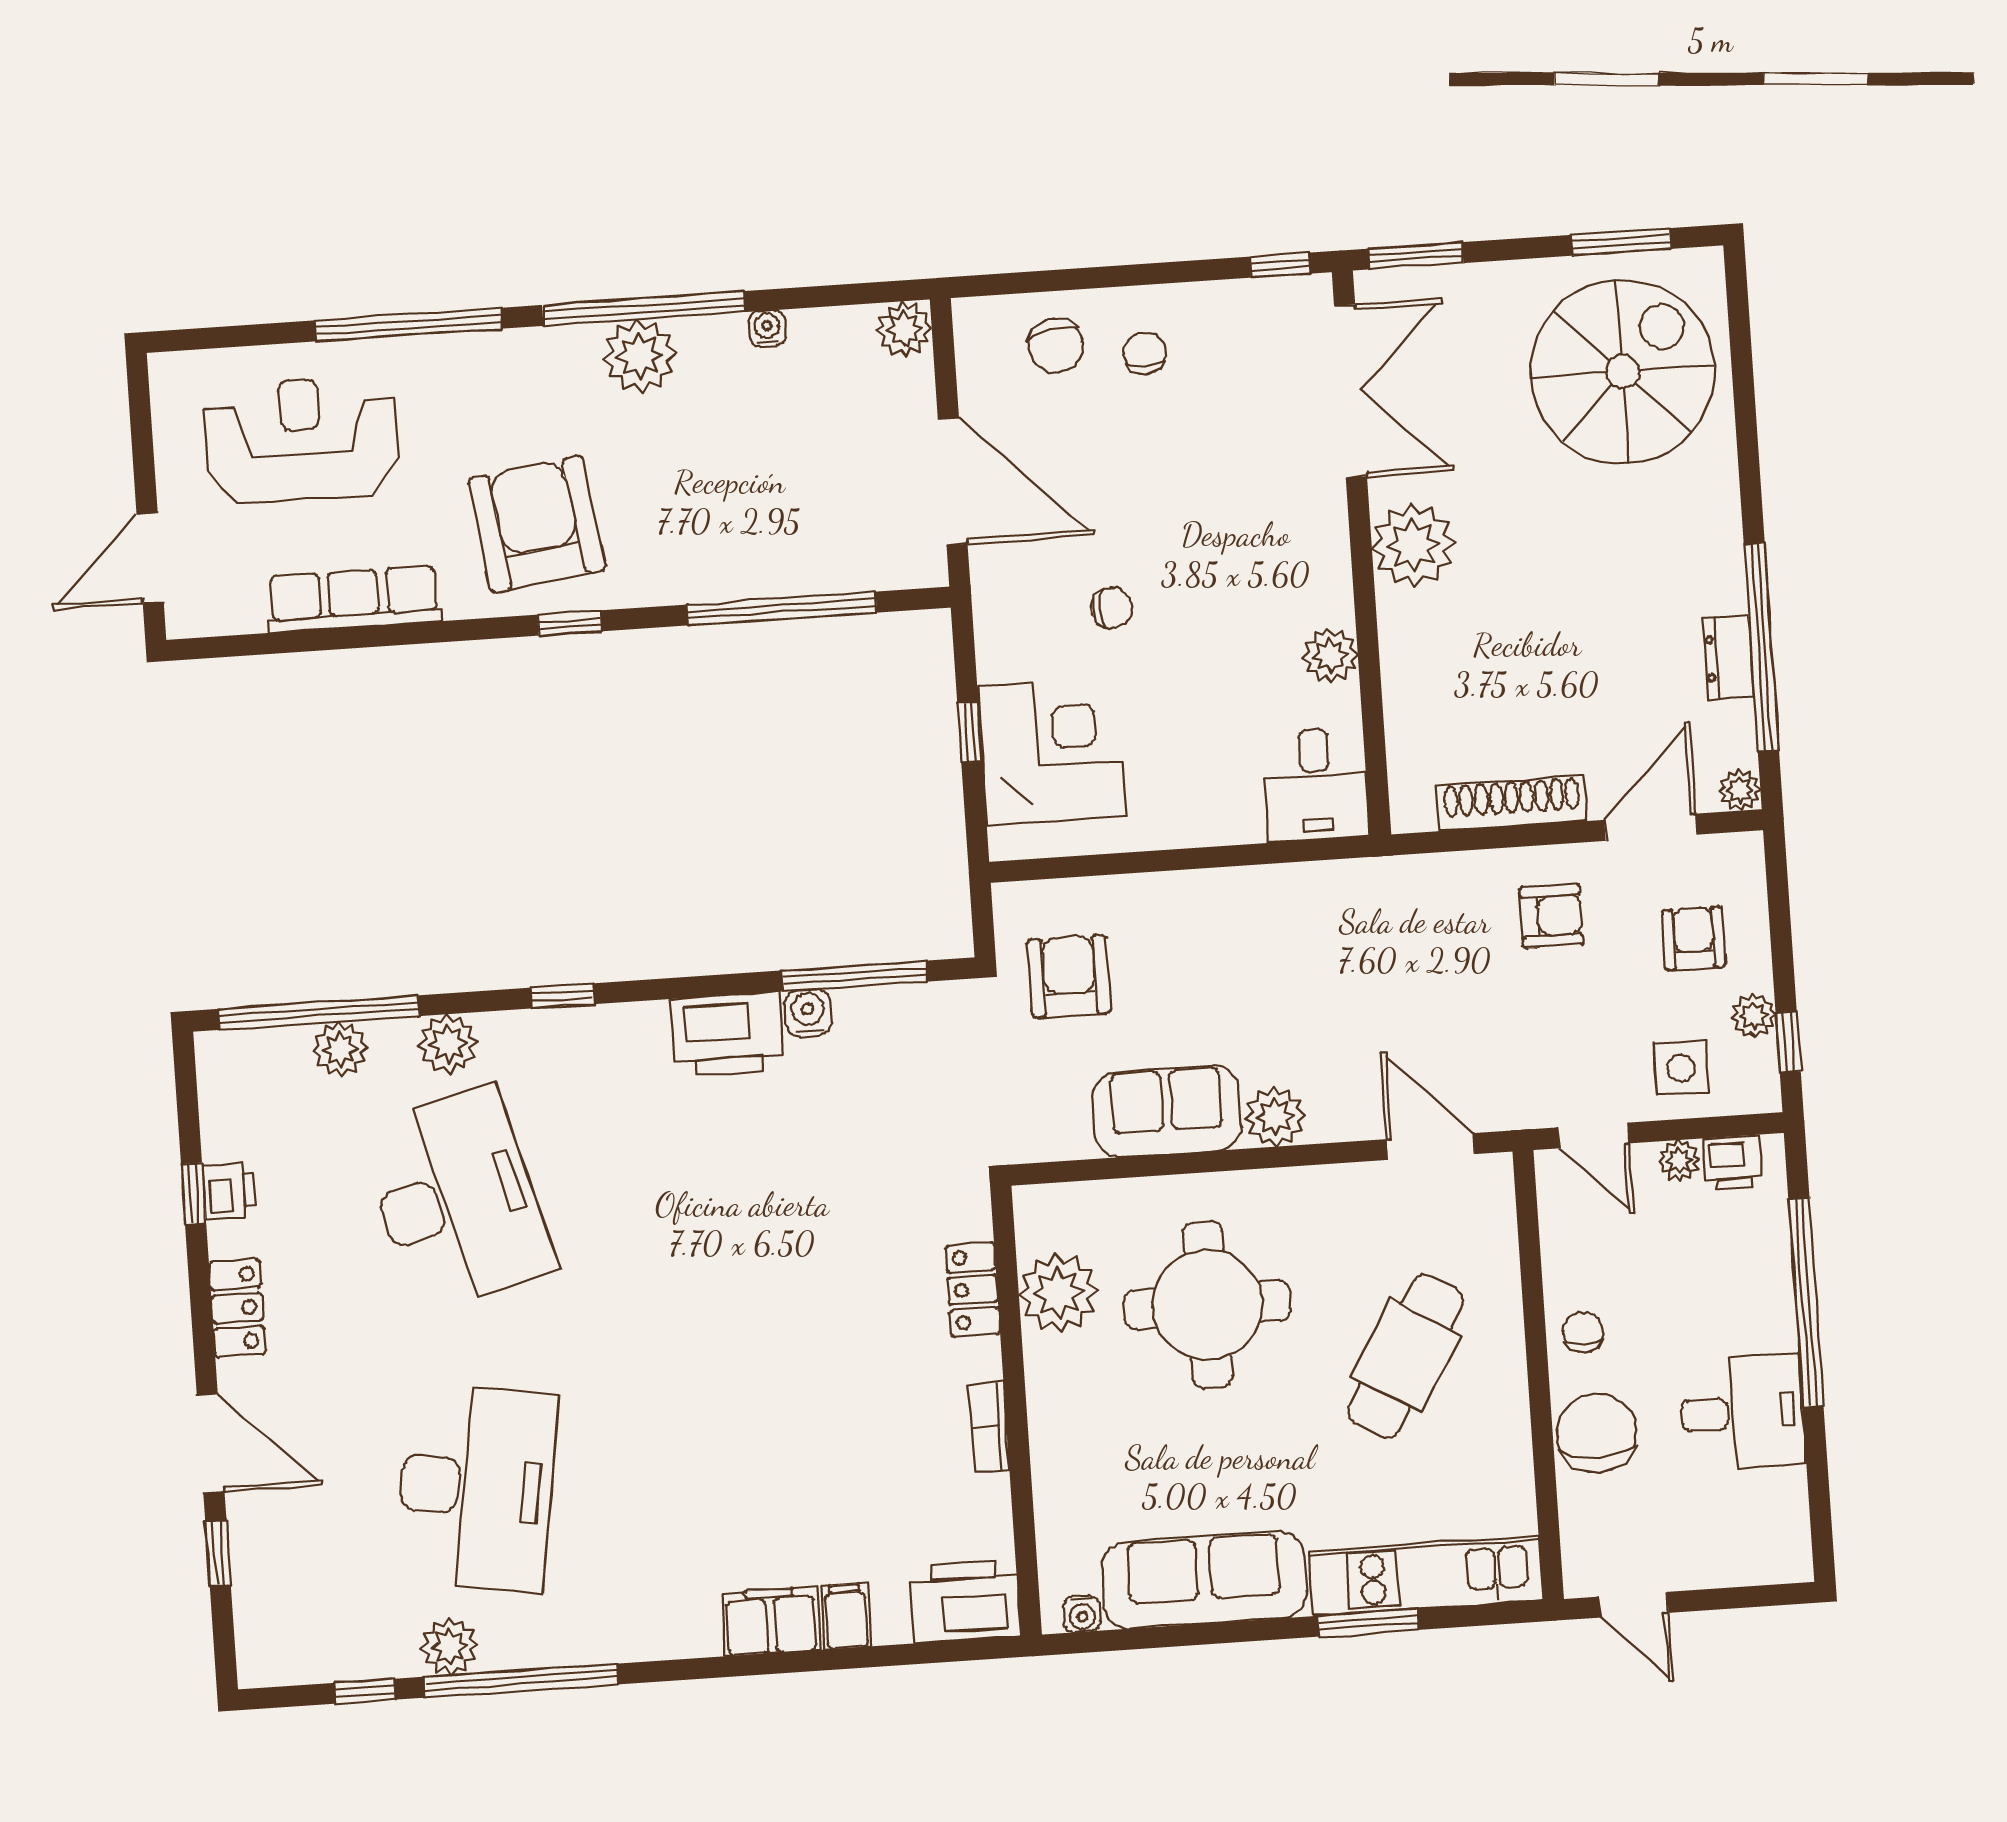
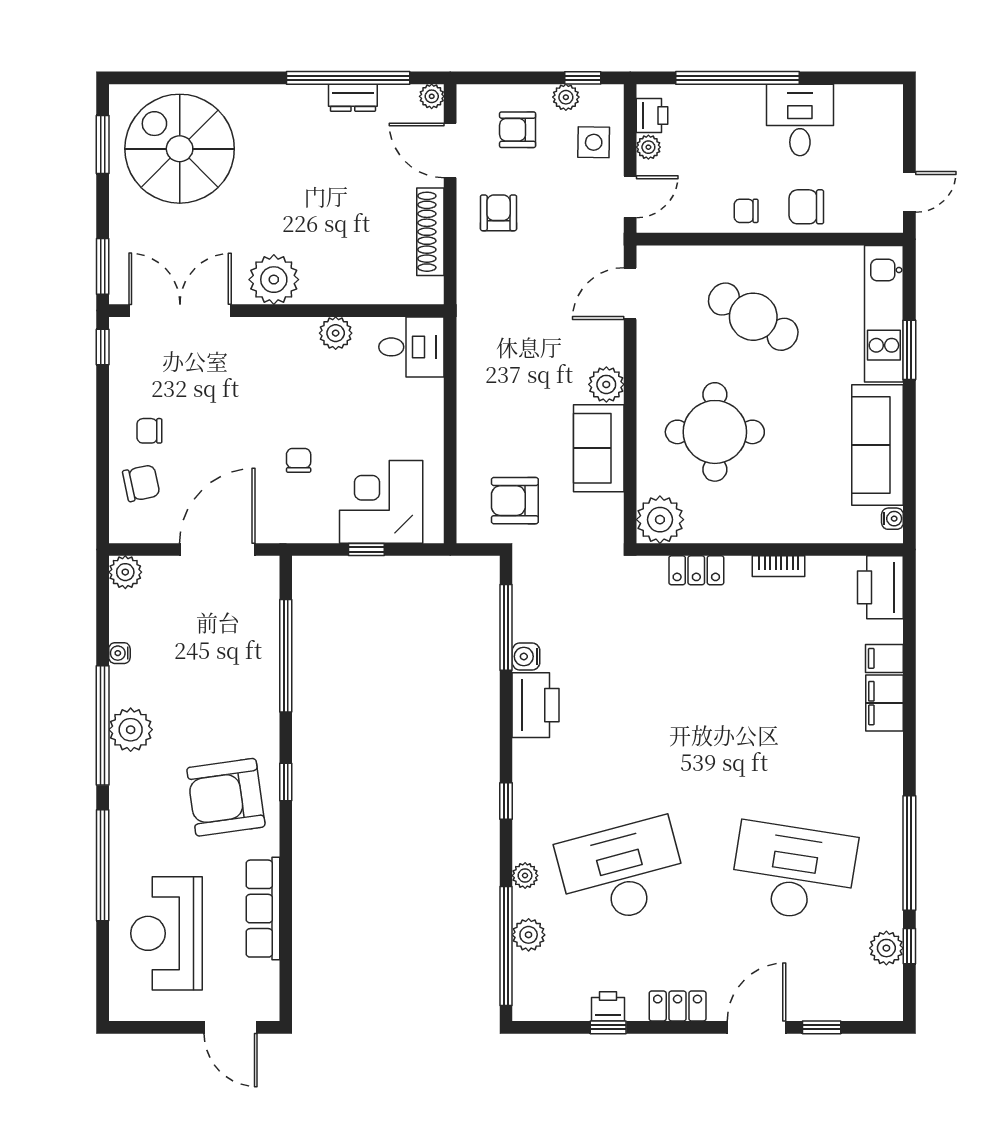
plant: (448, 1044) -> (525, 876), width x0.73, depth x0.73
plant: (1058, 1293) -> (660, 520), moved
chair: (1597, 1433) -> (806, 207), width x0.73, depth x0.73
plant: (450, 1647) -> (886, 948), moved

